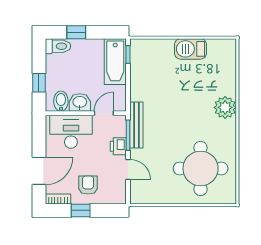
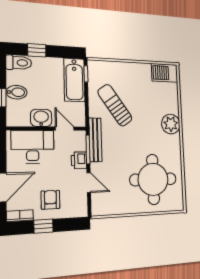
barbecue: (191, 49) -> (165, 73), moved
sun lounger: (159, 88) -> (115, 105), added
bidet: (61, 101) -> (16, 92), moved, turned 90
door: (104, 113) -> (65, 129), hinge flipped

